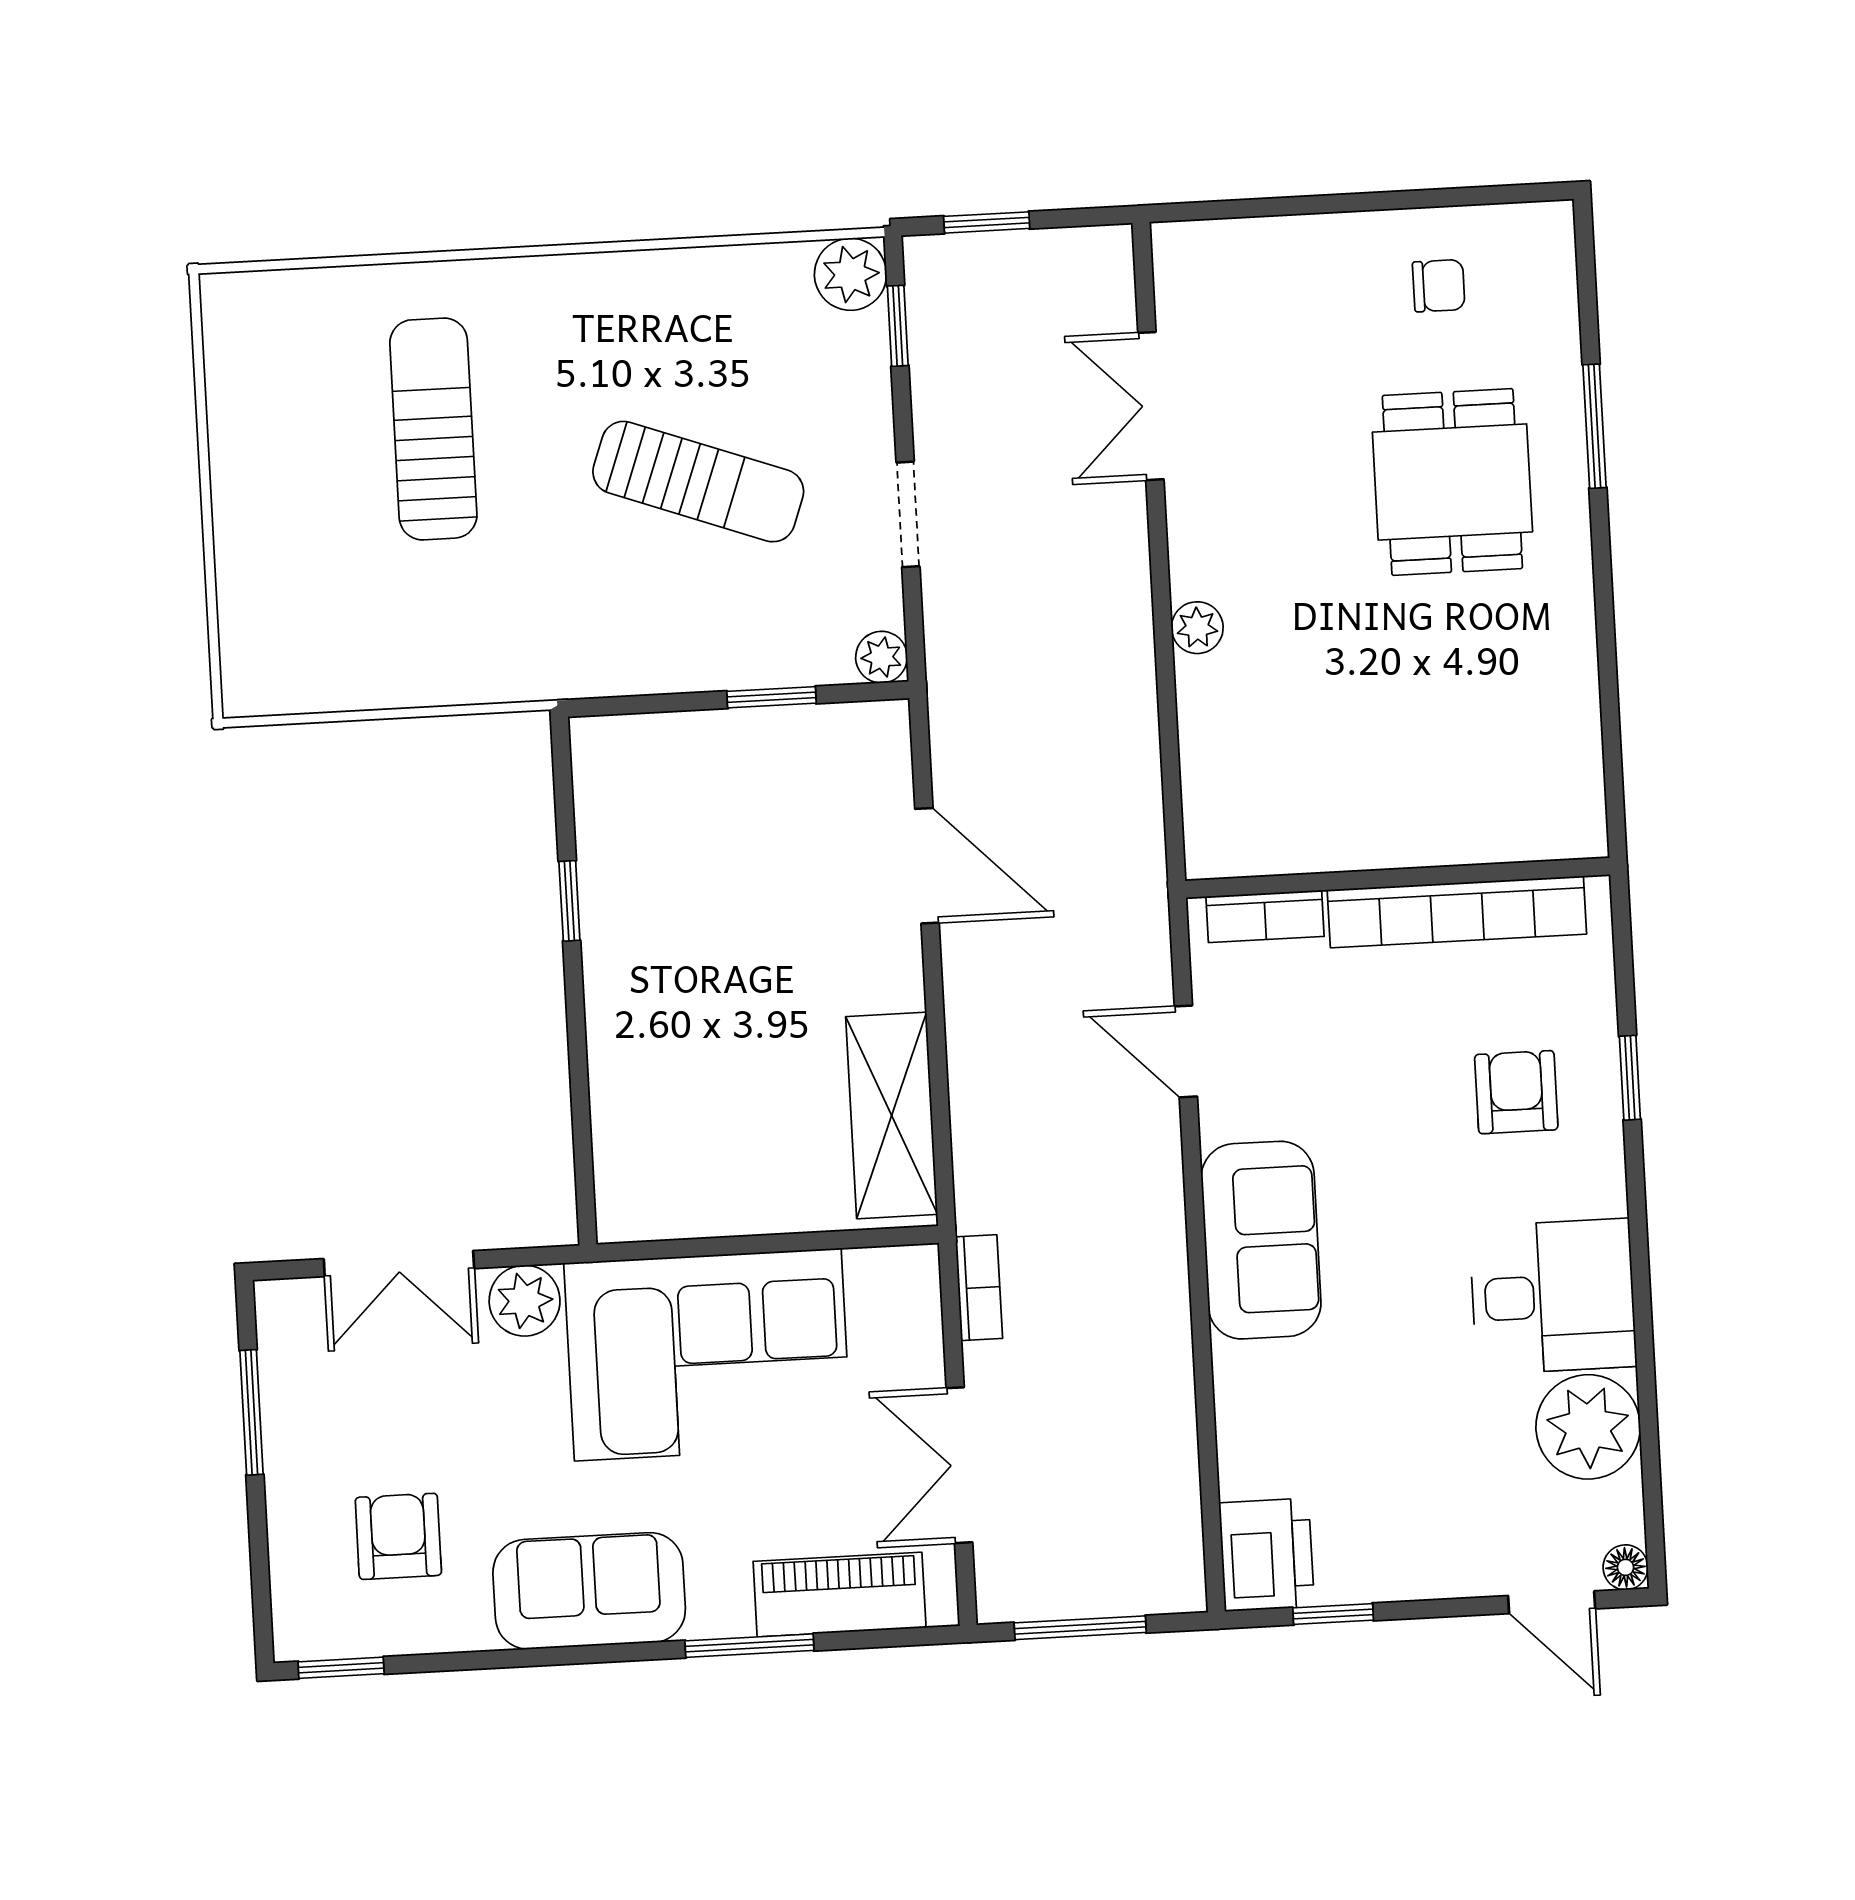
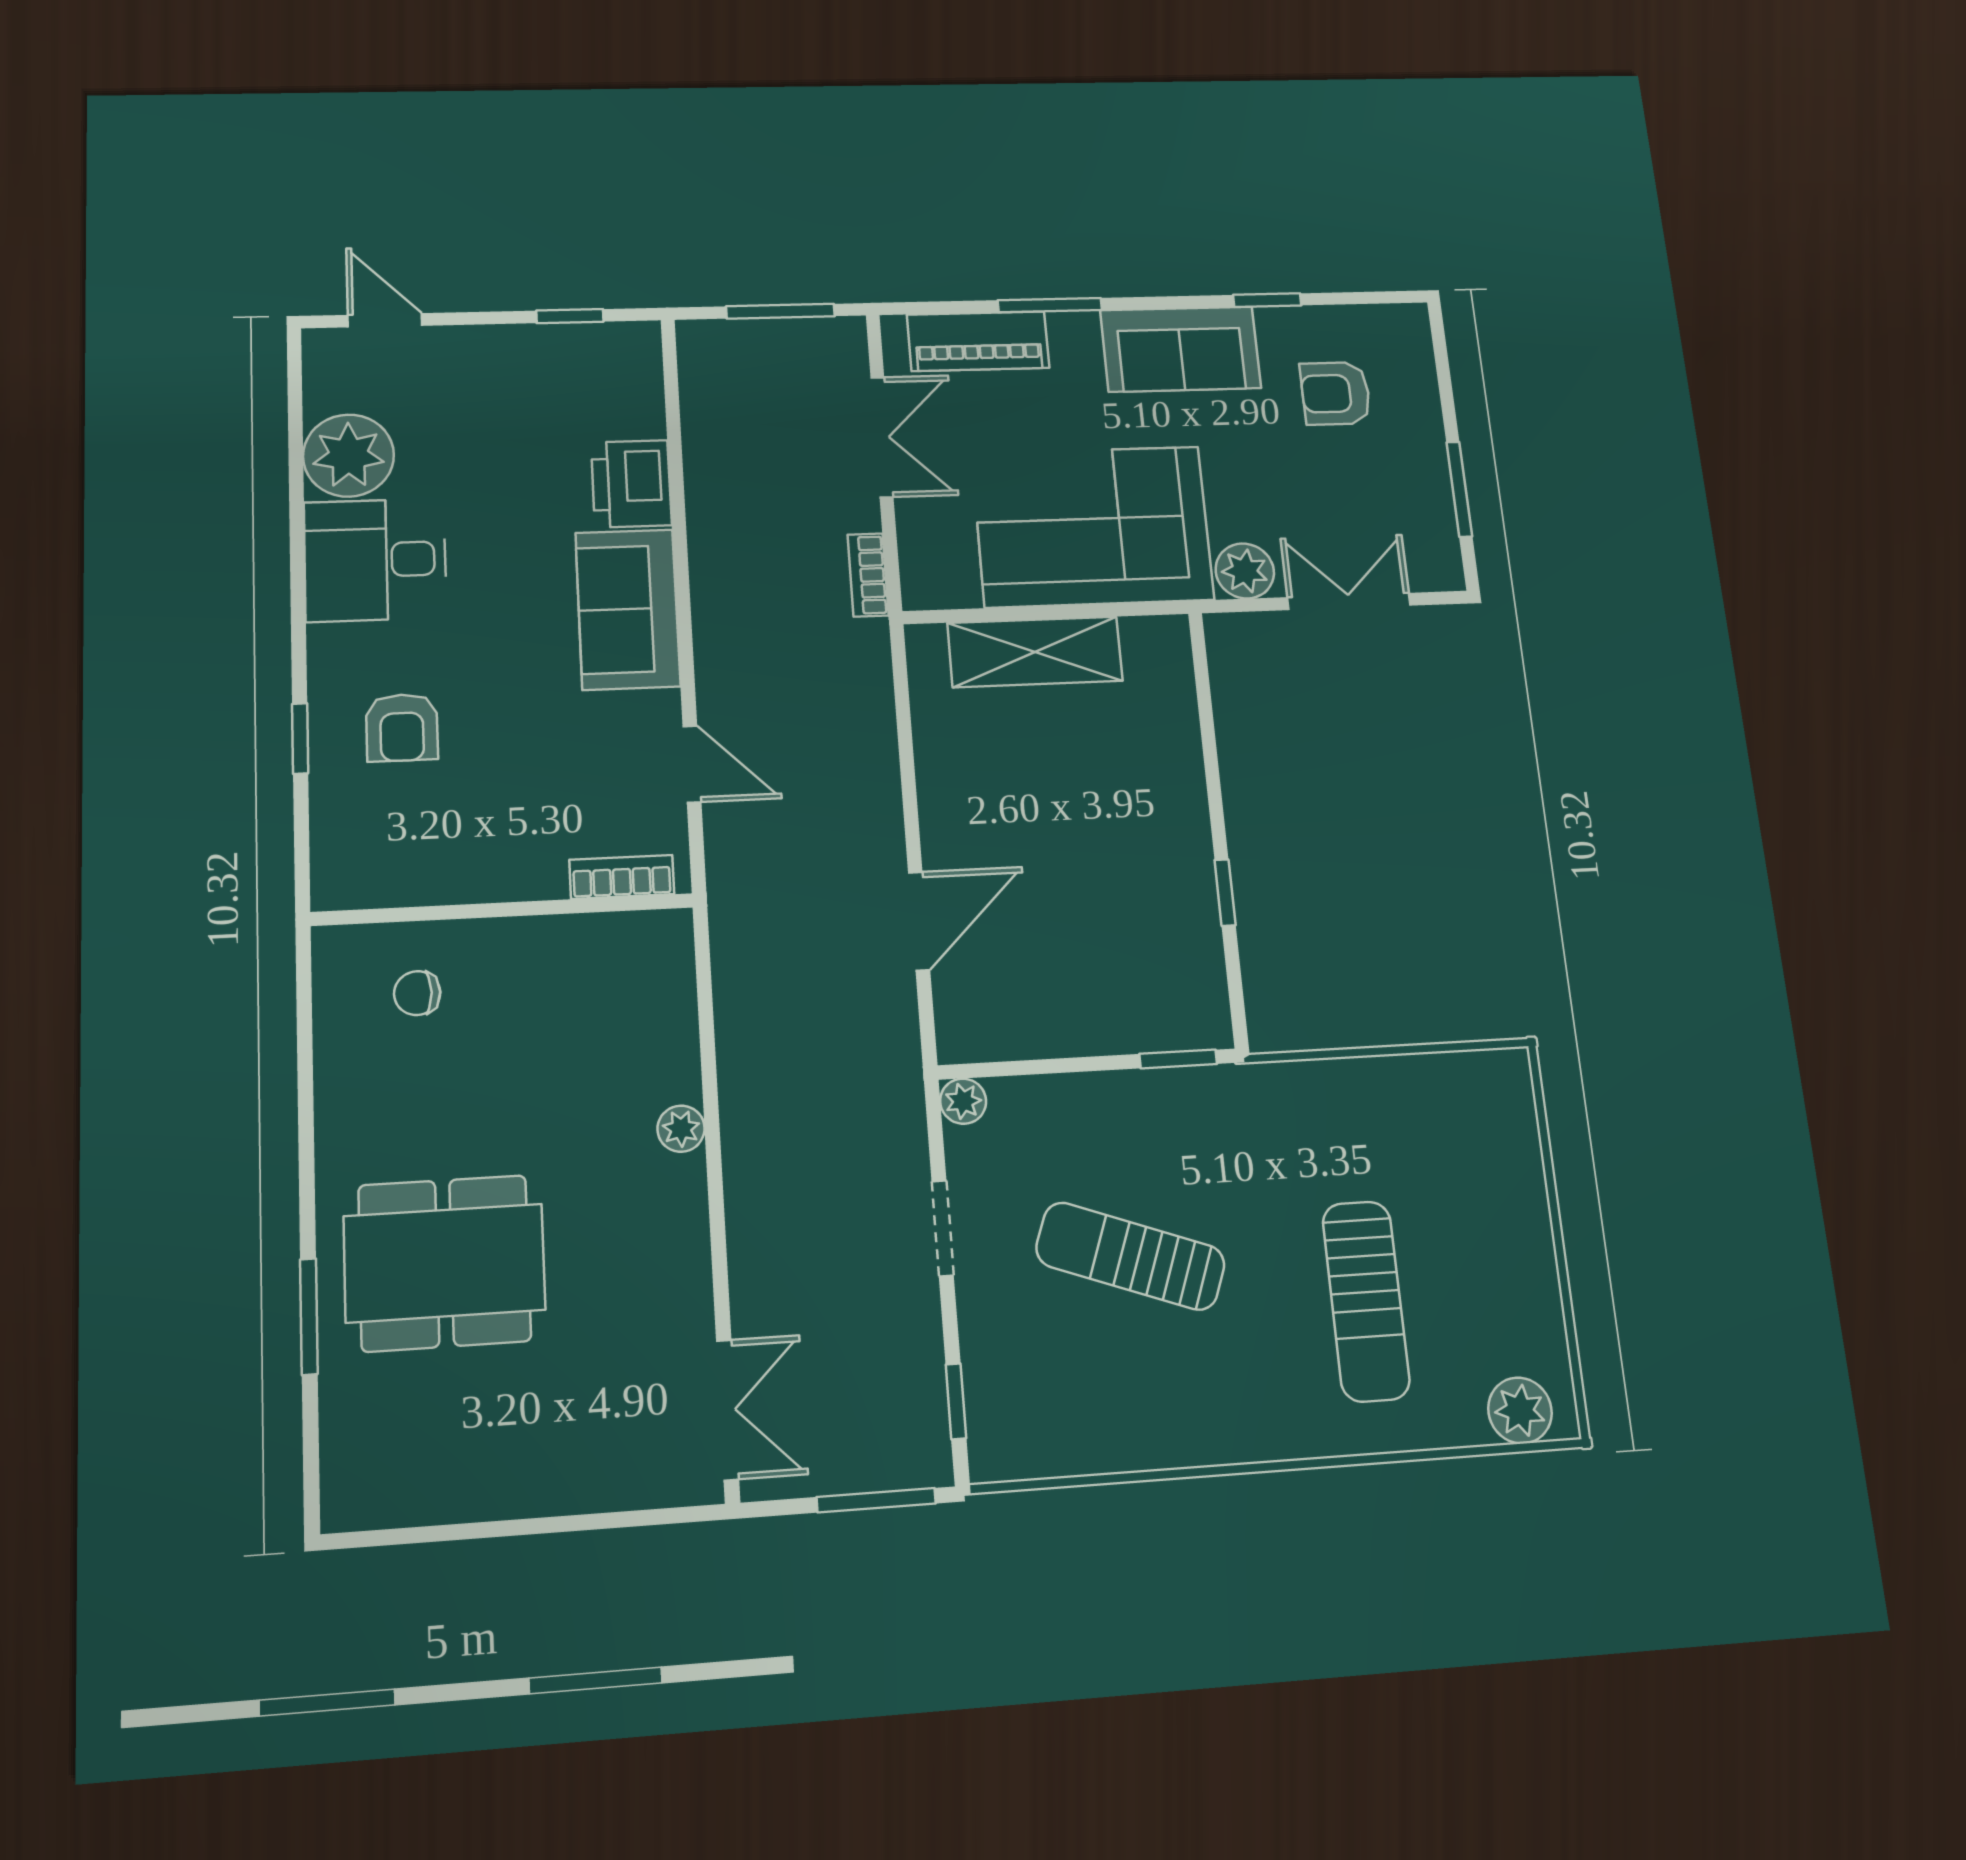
window: (987, 222) -> (876, 1500), width x1.50
plant: (851, 274) -> (1520, 1411), moved
chair: (1439, 286) -> (417, 993), moved
double door: (1151, 406) -> (727, 1410), moved
dining table: (1452, 482) -> (444, 1263), width x1.37
window: (772, 697) -> (1178, 1059), moved
door: (927, 866) -> (919, 921), swing flipped
bookcase: (1457, 912) -> (450, 880), removed
shelving: (892, 1115) -> (1035, 652), moved, turned 90
armchair: (398, 1536) -> (1335, 393), turned 90
printer: (1267, 1555) -> (631, 484), moved
floor lamp: (1625, 1567) -> (321, 345), removed
window: (341, 1668) -> (1267, 300), moved

